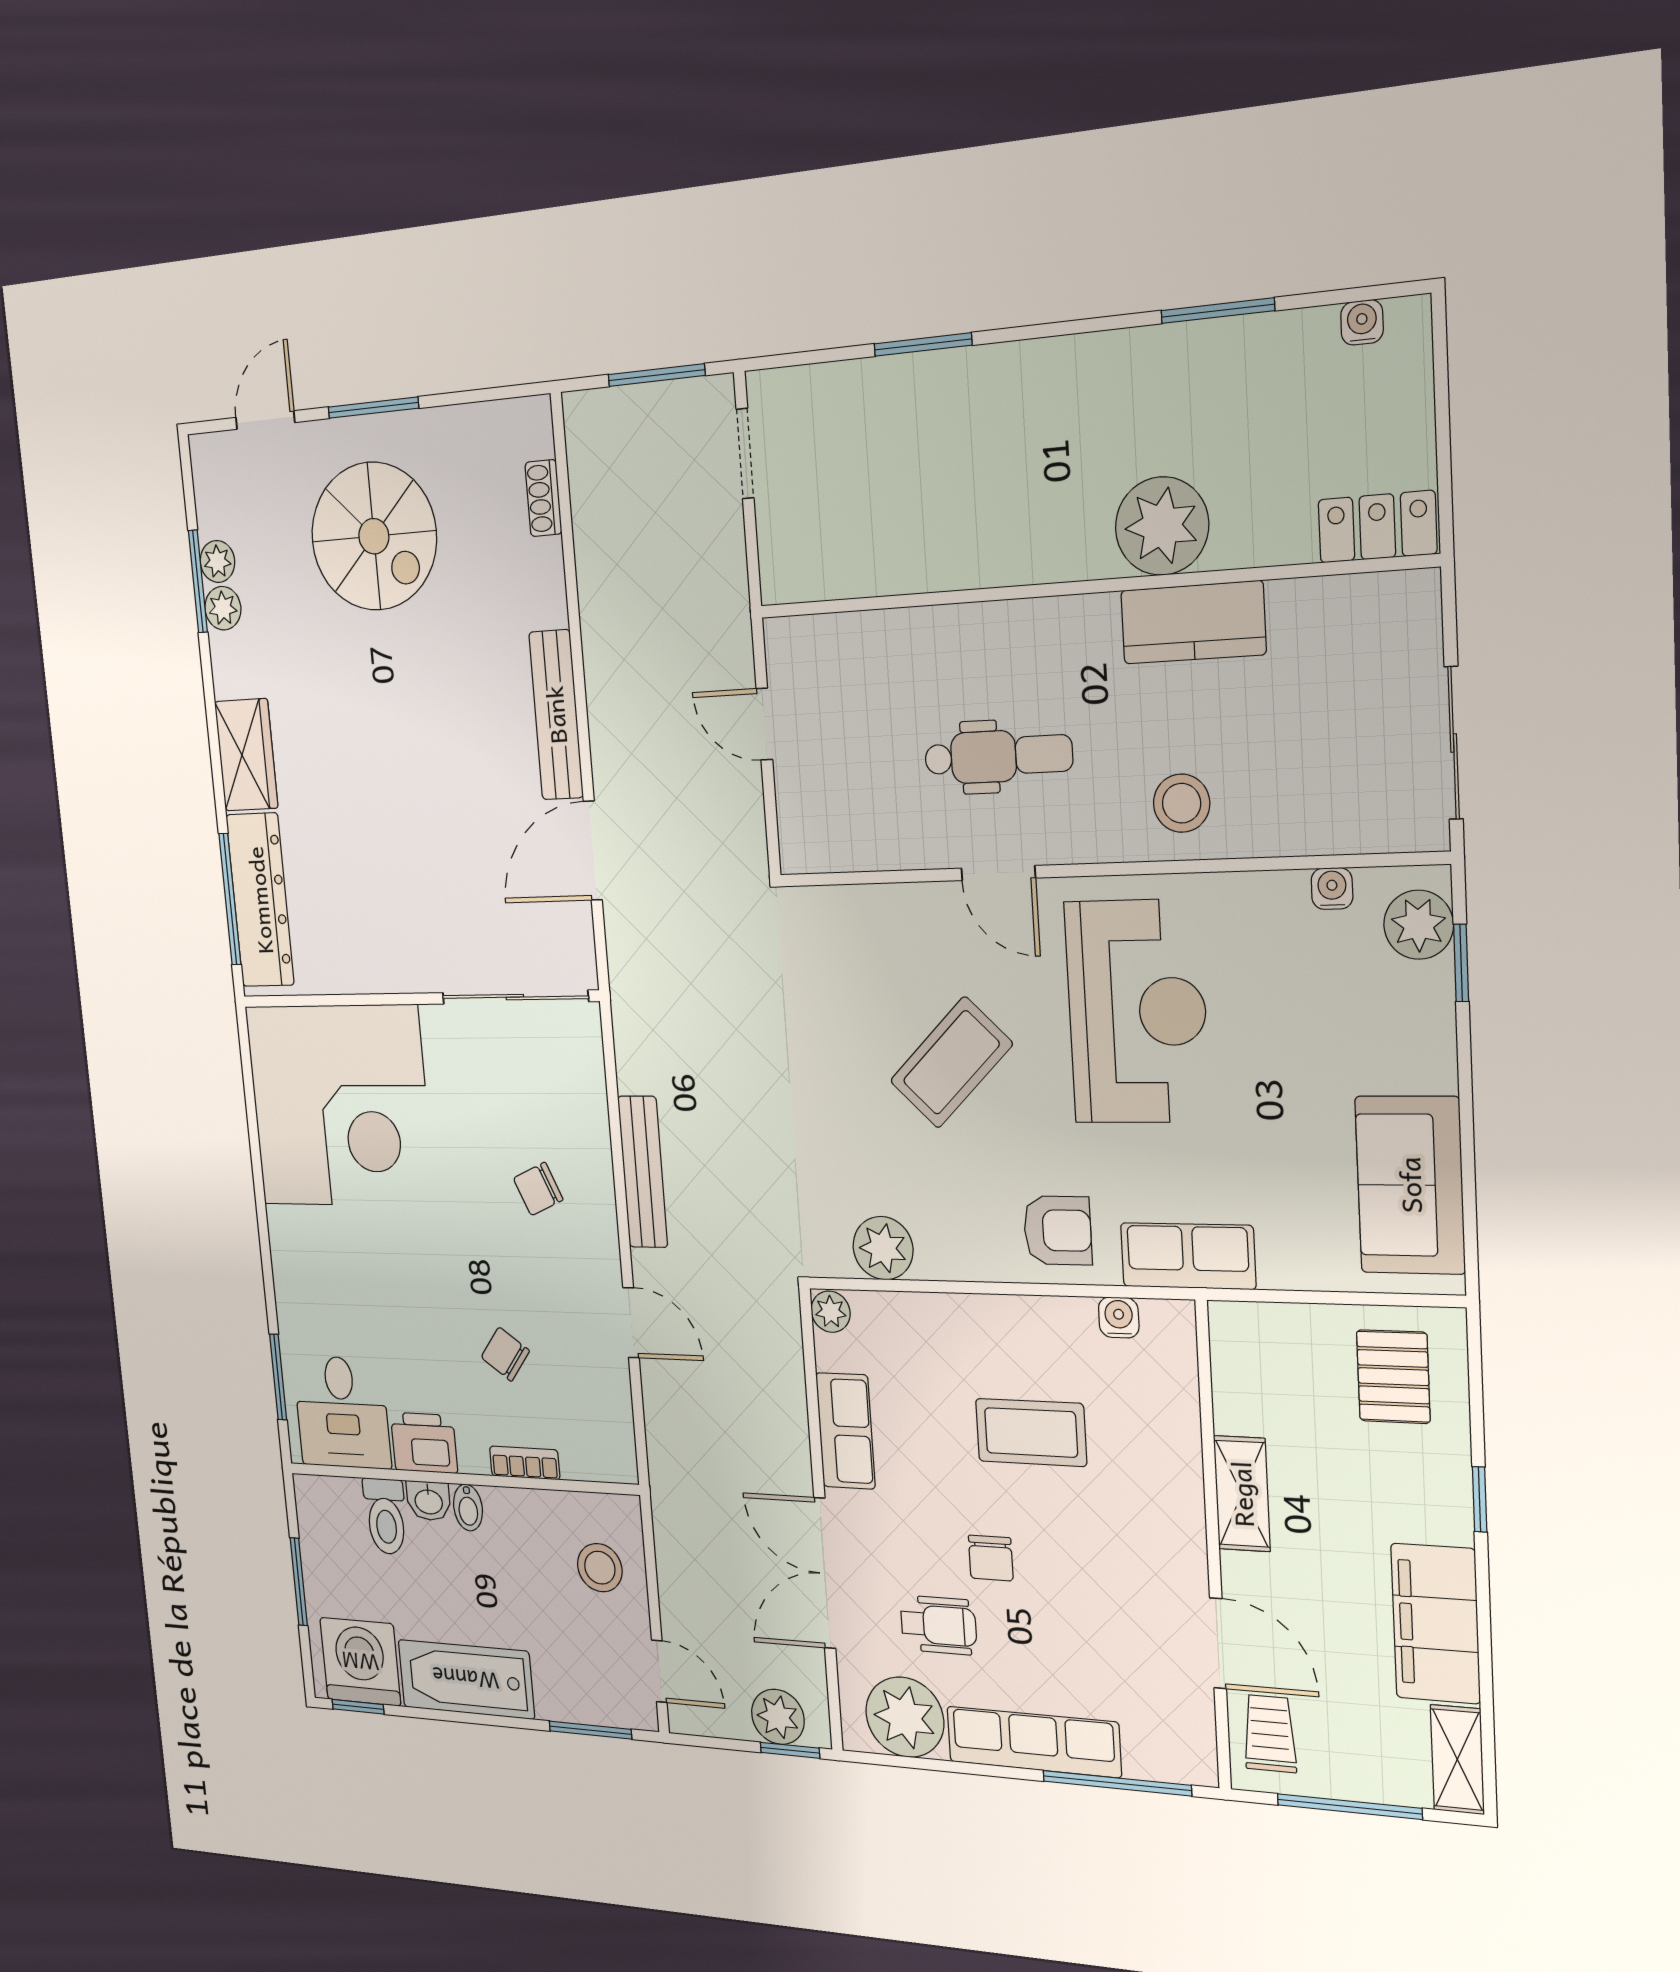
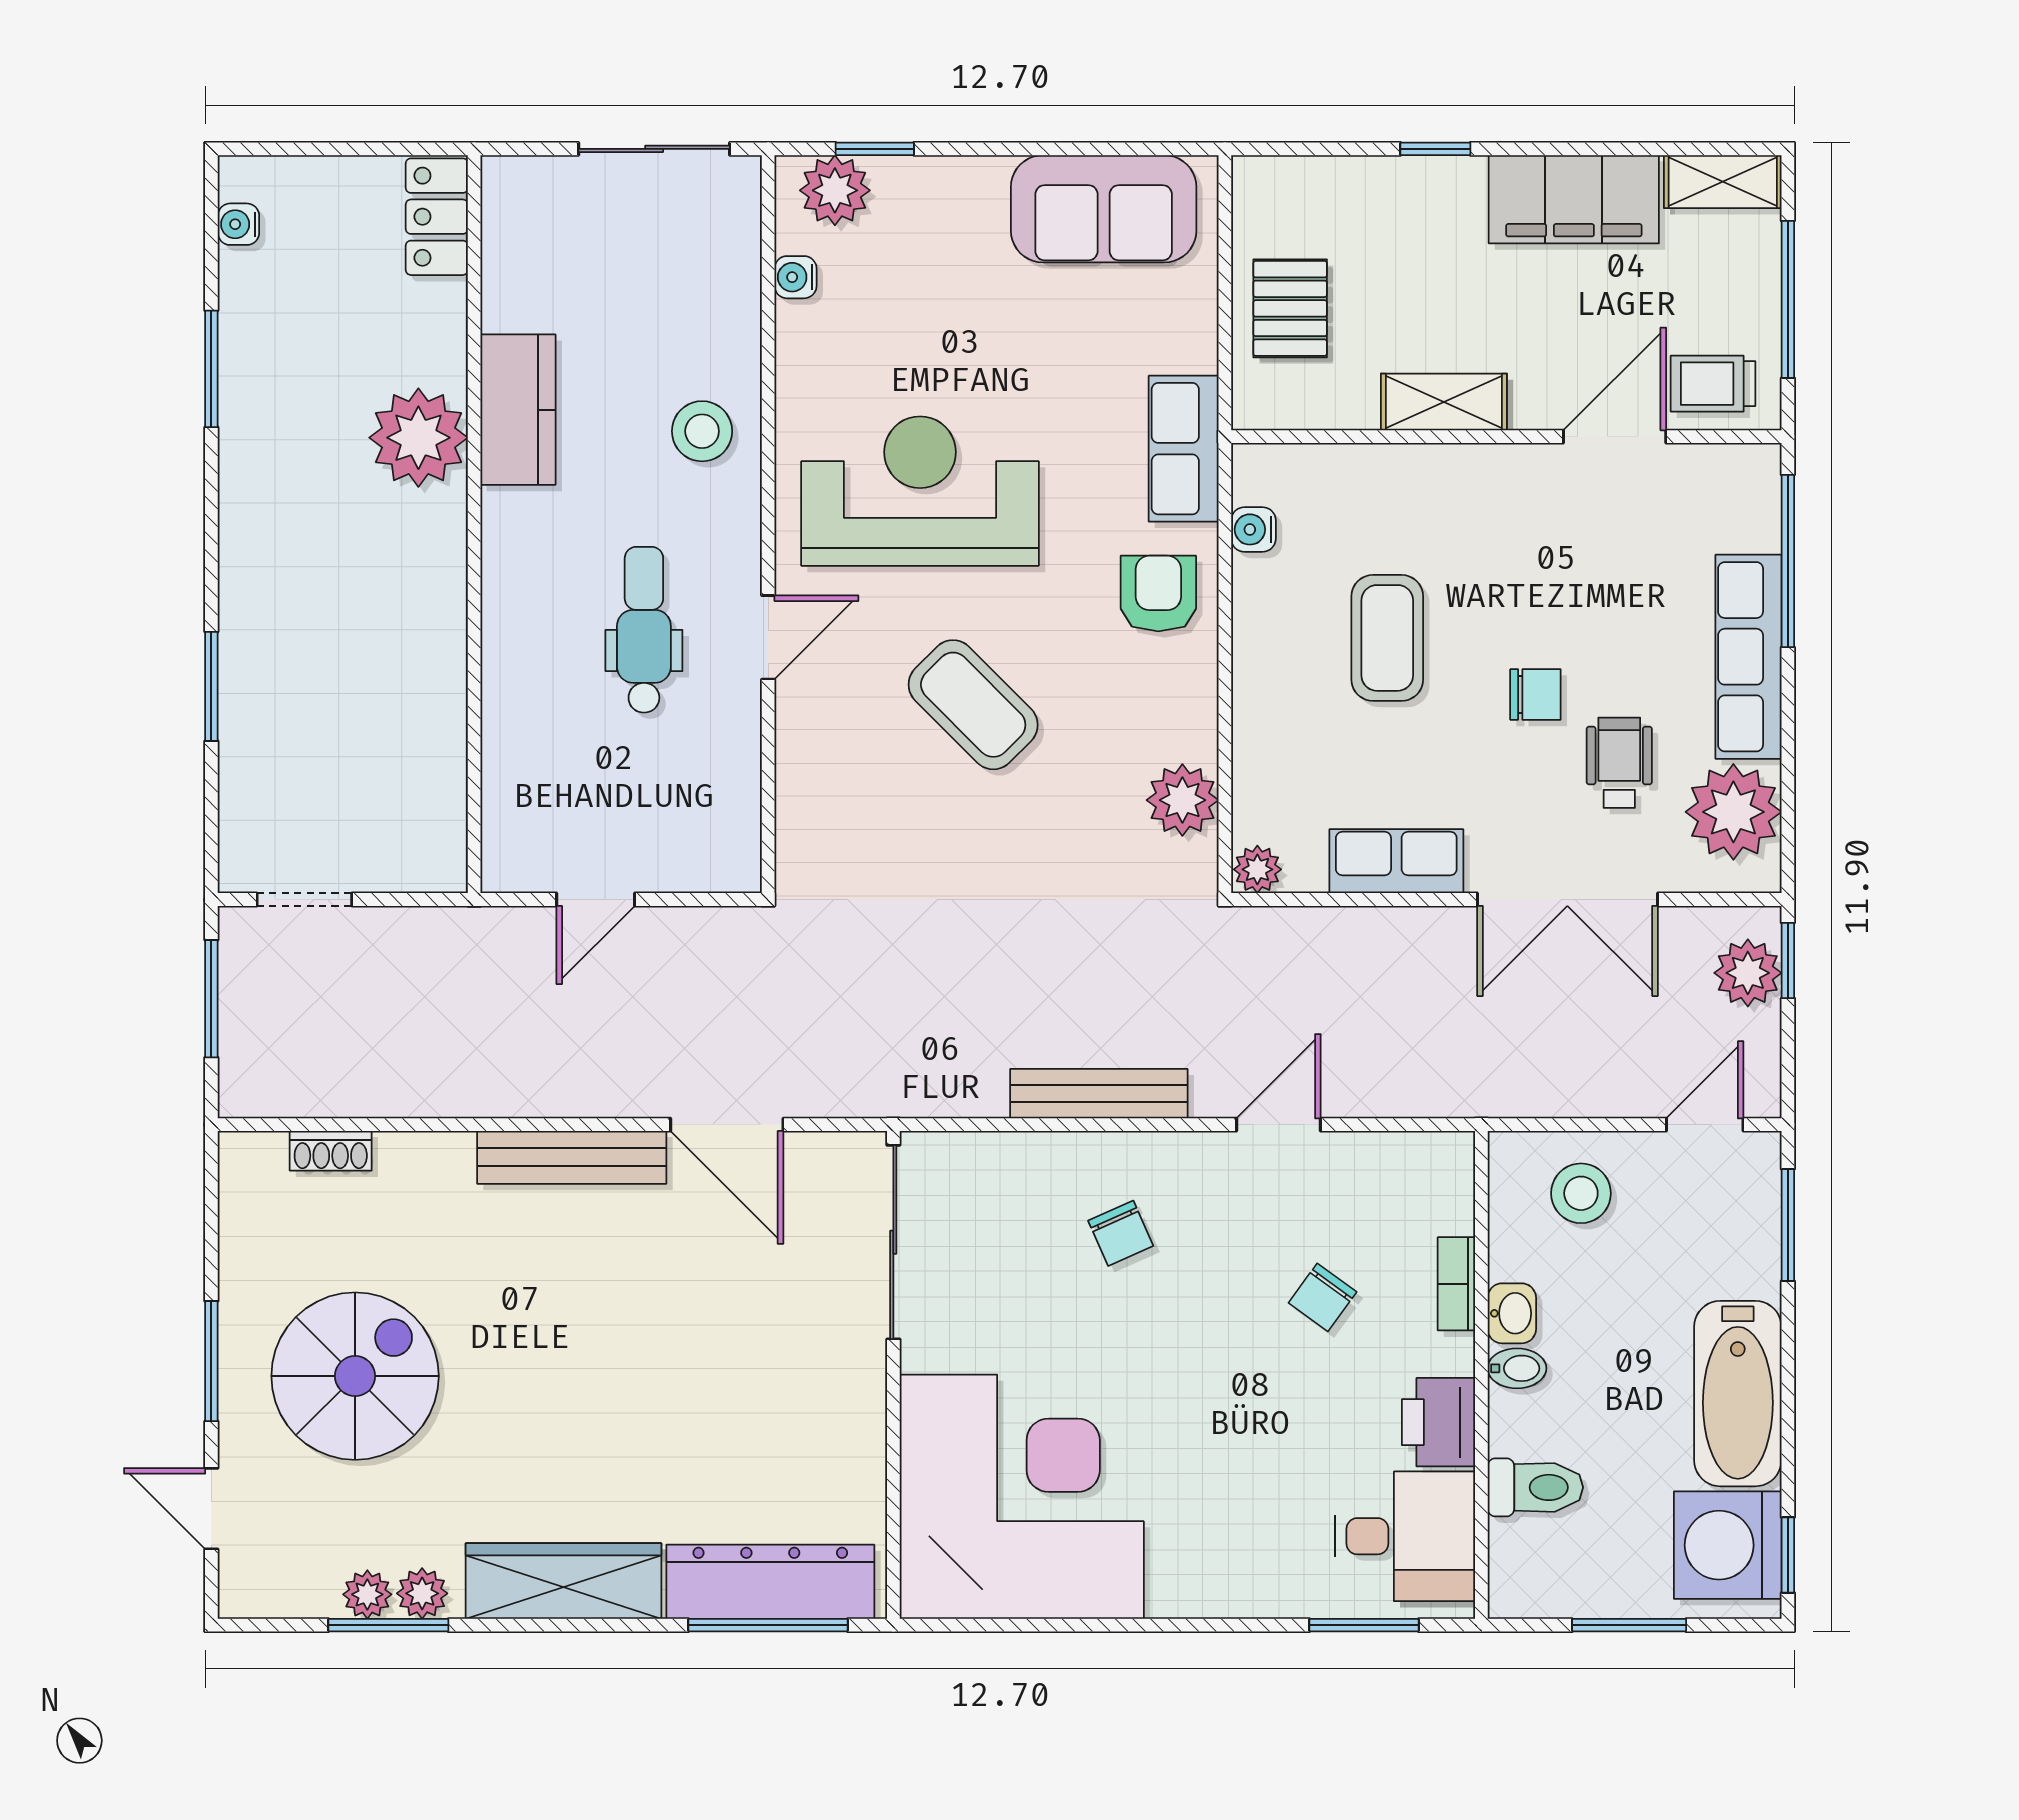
wardrobe: (246, 755) -> (564, 1581), width x1.50
pallet: (1393, 1377) -> (1290, 308), moved, turned 90
washbasin: (429, 1501) -> (1512, 1313), moved

